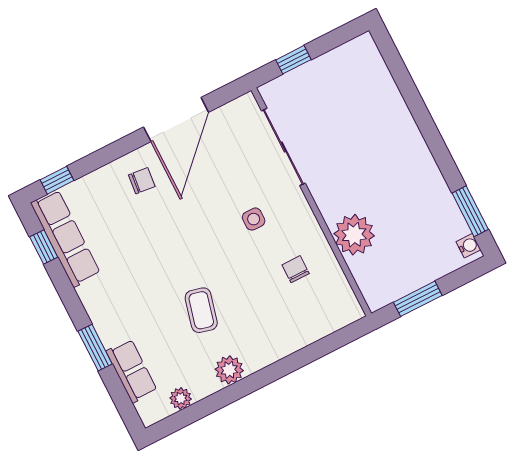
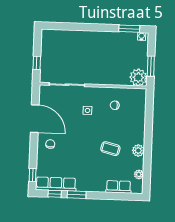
plant: (354, 235) -> (138, 77), moved
window: (95, 348) -> (77, 195), moved

